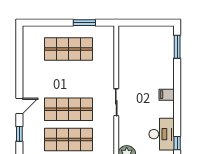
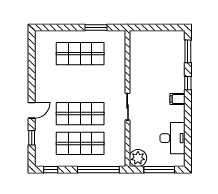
window: (177, 143) -> (188, 83), moved

